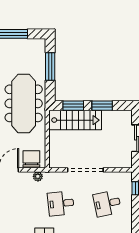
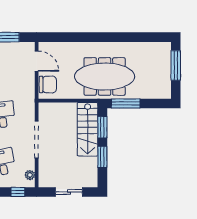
window: (50, 66) -> (126, 104), moved
plant: (38, 176) -> (30, 175), moved

